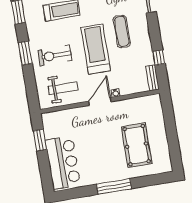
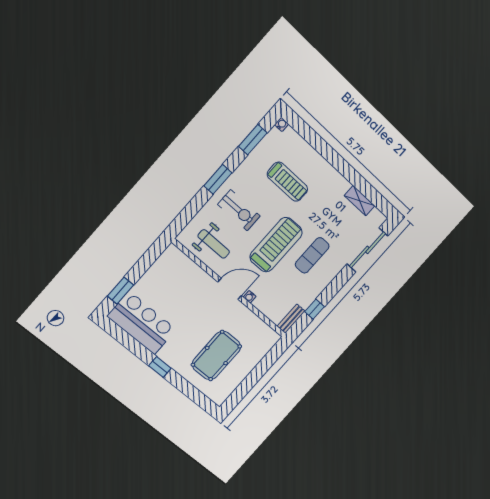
exercise bike: (55, 55) -> (239, 210), turned 180
window: (40, 140) -> (120, 291), moved
bar counter: (63, 162) -> (142, 323), moved, turned -90
window: (114, 186) -> (160, 367), width x0.46

